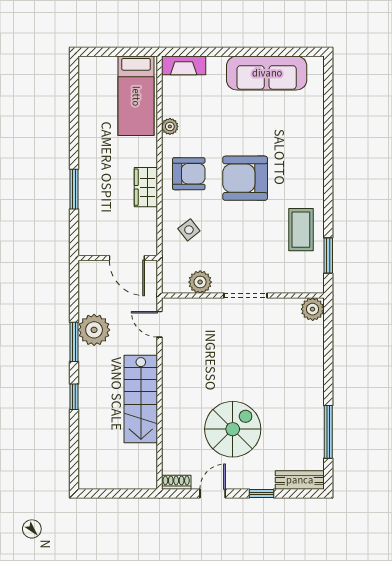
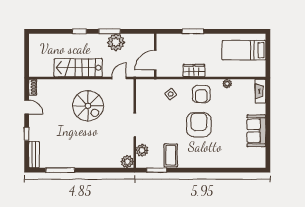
sofa: (267, 73) -> (256, 131), width x0.73
bed: (136, 96) -> (244, 50), moved
coffee table: (301, 230) -> (171, 155), turned 90
plant: (200, 282) -> (142, 150), moved
spiral stairs: (233, 429) -> (88, 106), moved

